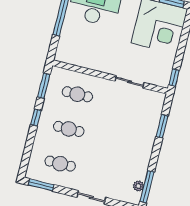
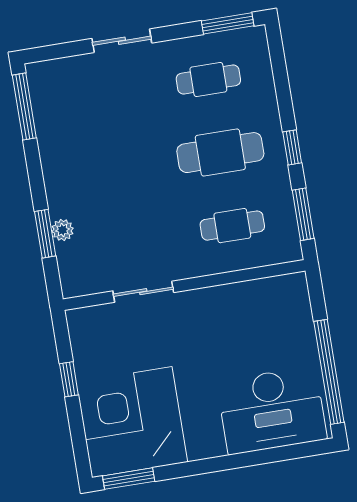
window: (174, 78) -> (69, 379), moved
cafe table: (69, 129) -> (220, 153), width x1.37, depth x1.35
plant: (138, 186) -> (63, 230), moved

